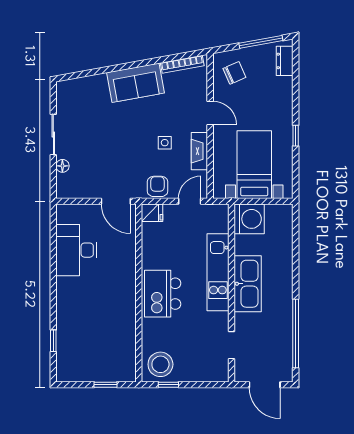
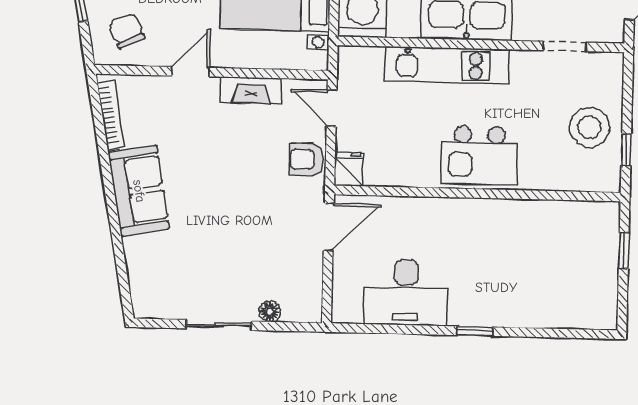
side table: (165, 143) -> (236, 146), removed
window: (53, 341) -> (475, 331), moved
stool: (160, 364) -> (589, 127), moved

